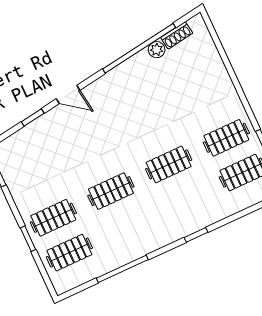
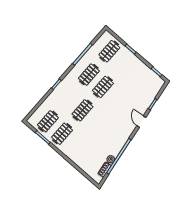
door: (68, 94) -> (141, 122), hinge flipped
clothes rail: (53, 218) -> (89, 75), moved

